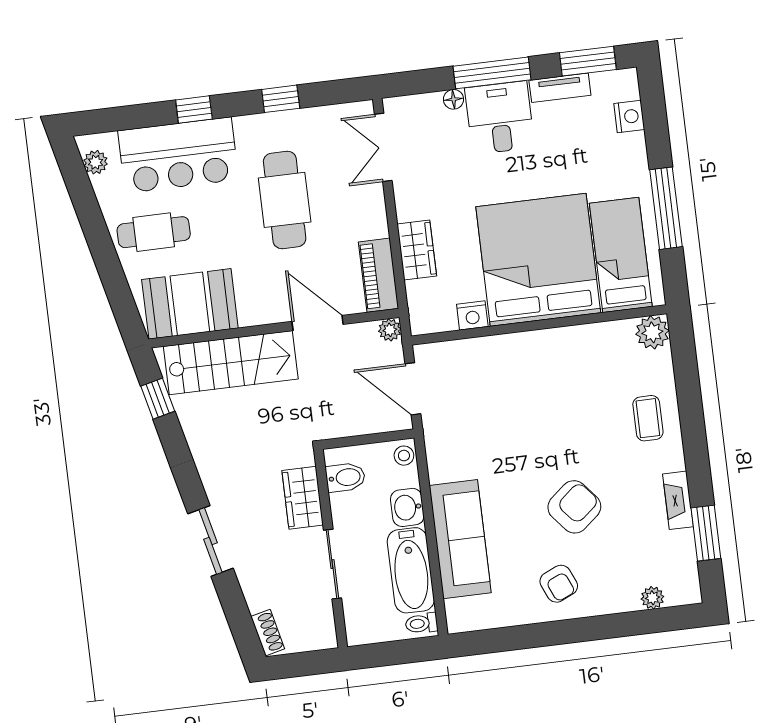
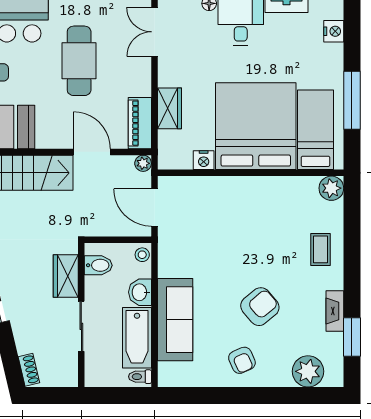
plant: (652, 598) -> (308, 371), width x1.87, depth x1.87

